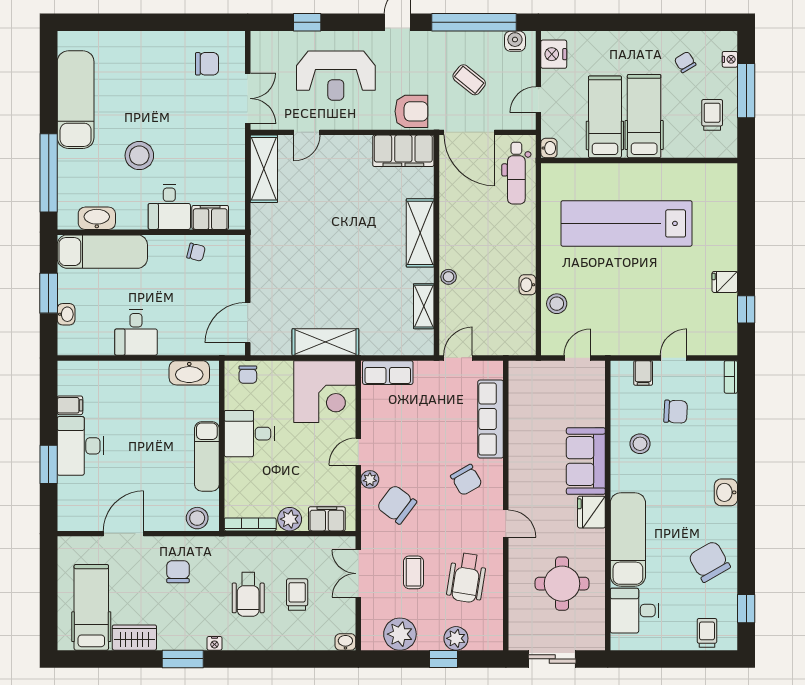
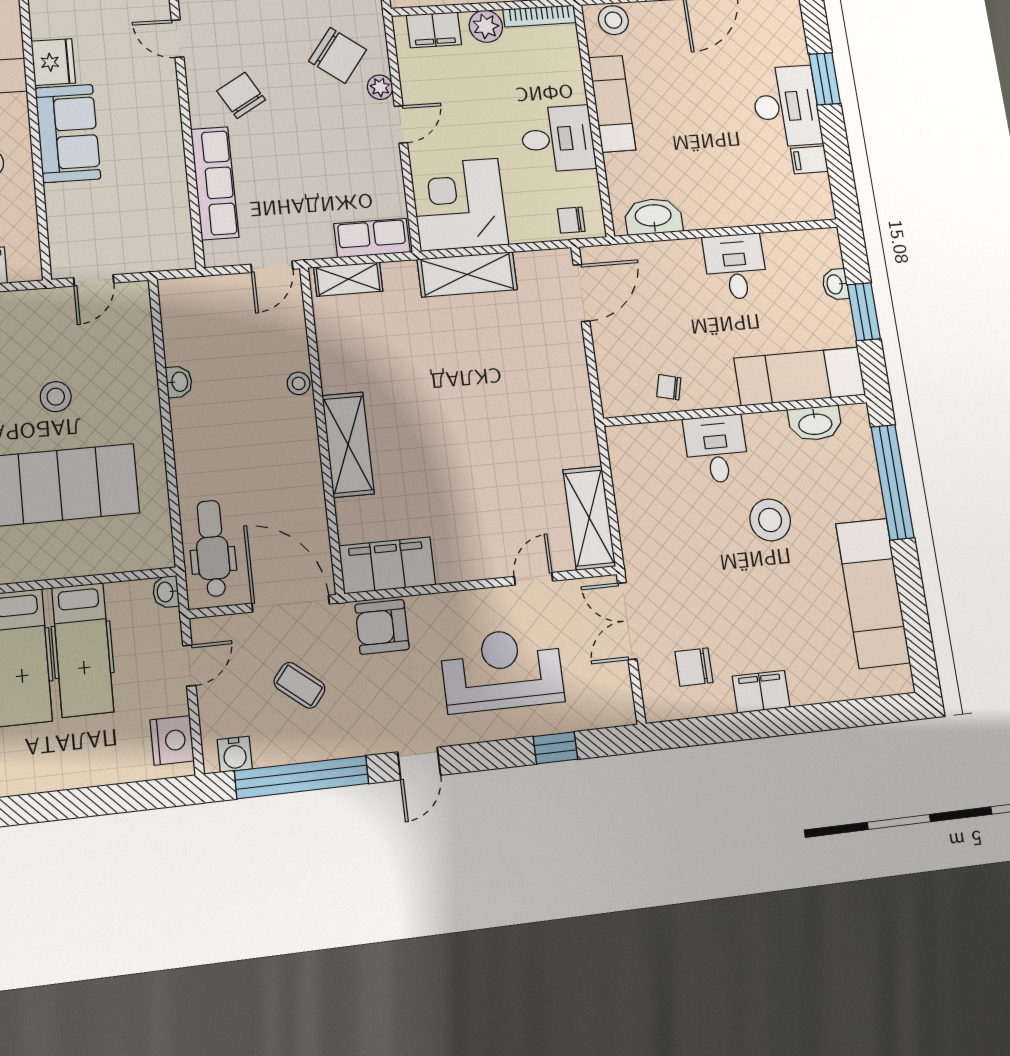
filing cabinet: (210, 217) -> (761, 692), moved, turned 180
stool: (557, 304) -> (56, 397), moved
shelving: (424, 306) -> (348, 279), moved, turned 90
chair: (248, 375) -> (571, 220), turned -90

